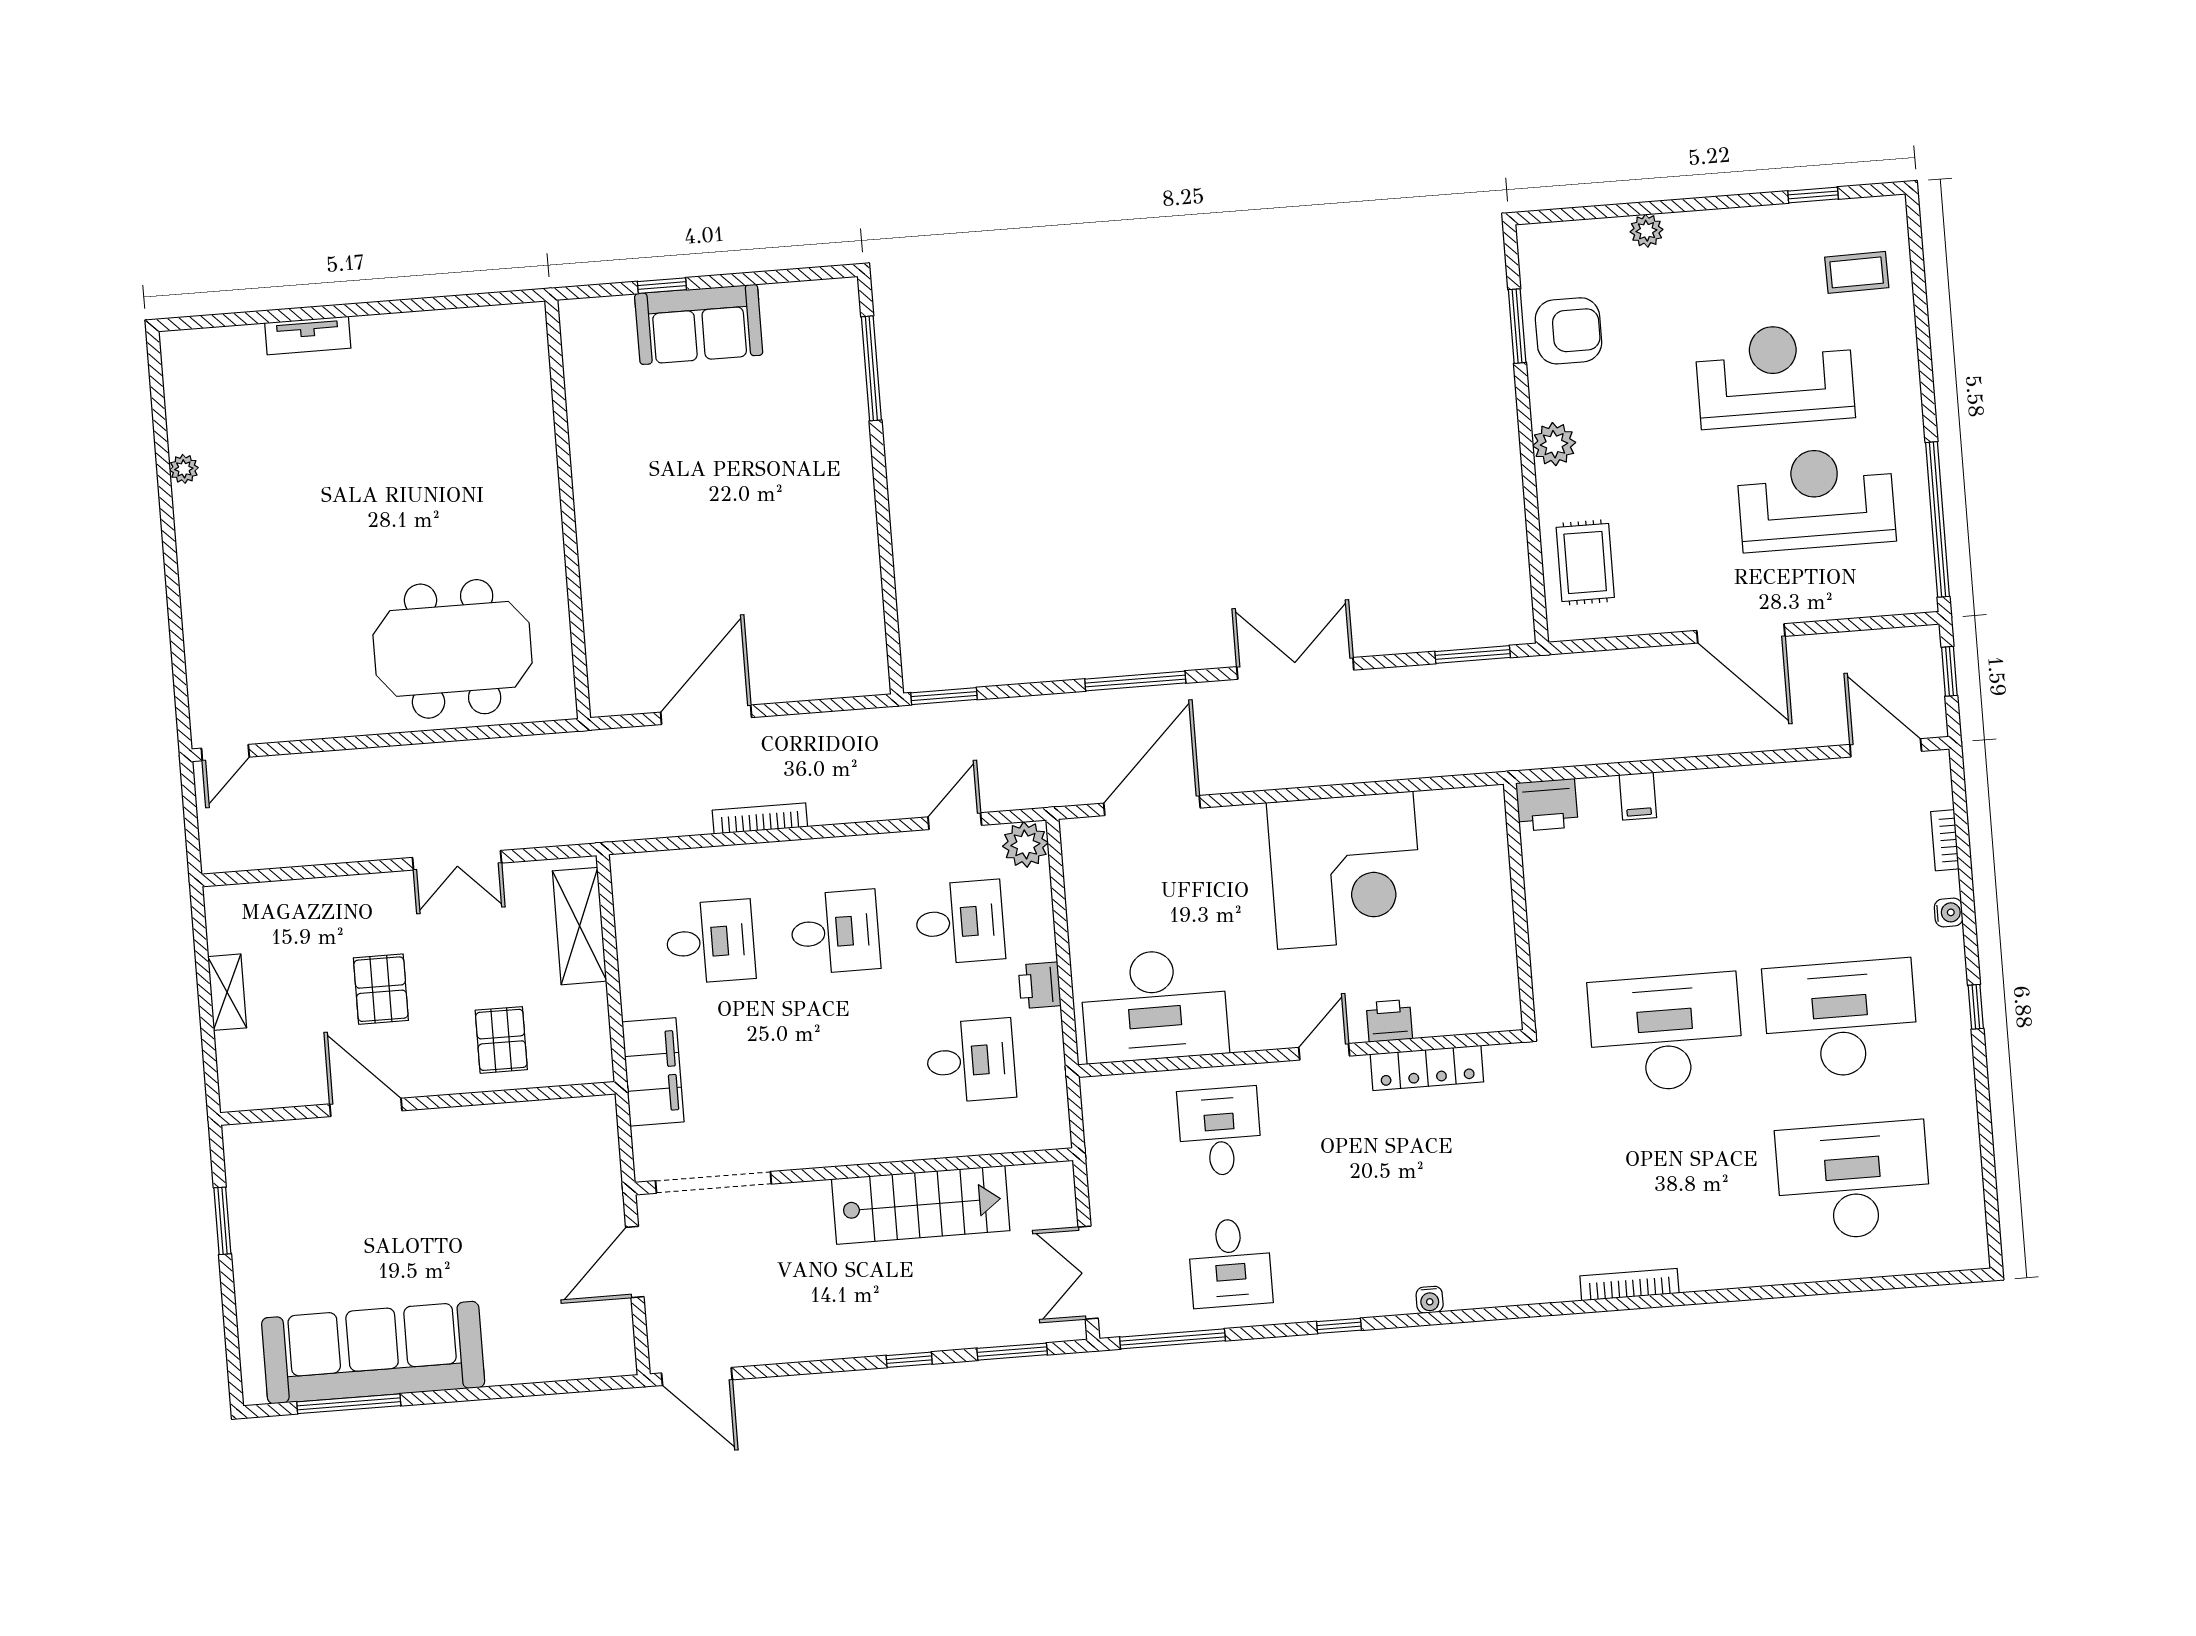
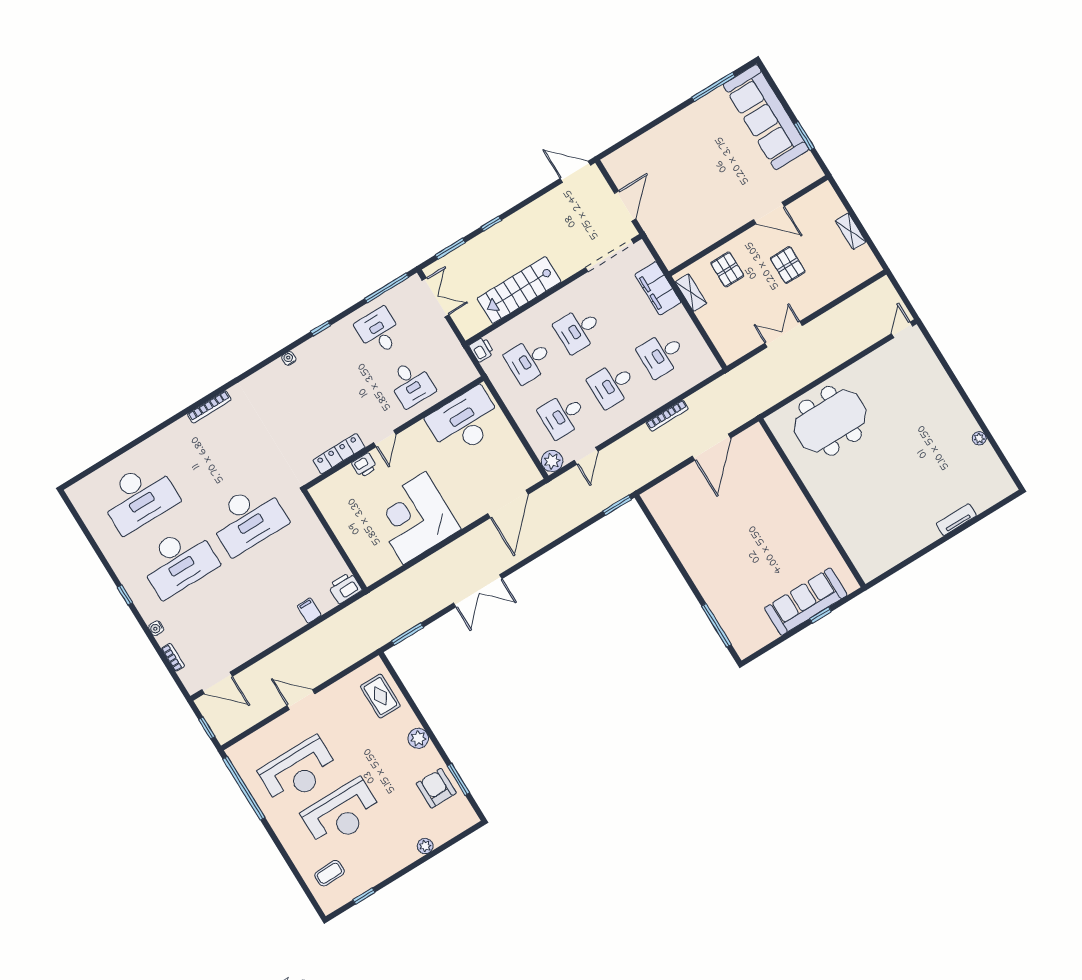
sofa: (699, 324) -> (806, 602), width x1.36
armchair: (1569, 331) -> (436, 788), turned 90
door: (1741, 633) -> (301, 700), width x0.73
window: (1135, 681) -> (541, 552), removed
shelving: (580, 926) -> (691, 293), moved, width x0.67, depth x0.75
printer: (1040, 985) -> (482, 349), moved
desk: (846, 1070) -> (578, 330), added
sofa: (373, 1353) -> (766, 117), moved, turned 90

